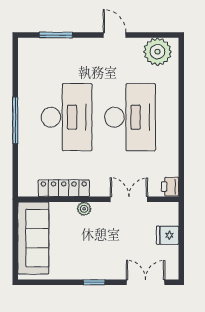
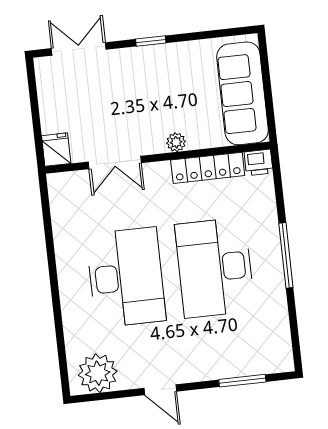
desk: (130, 117) -> (126, 277), turned 180
printer: (170, 187) -> (259, 162), moved, turned 90
fridge: (168, 235) -> (56, 150), moved, turned -90
double door: (146, 282) -> (79, 49), swing flipped

